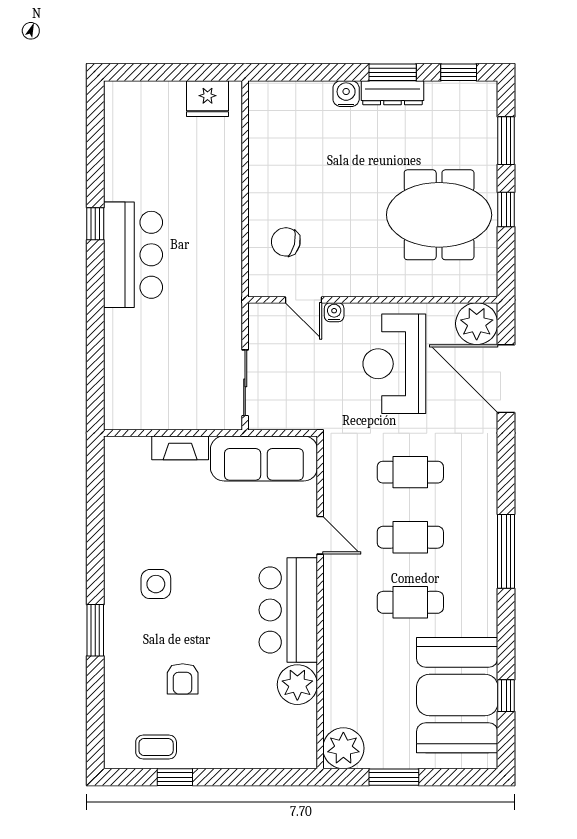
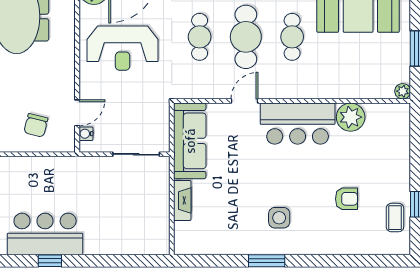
window: (95, 224) -> (50, 261), moved
water cooler: (334, 312) -> (86, 134), moved
cafe table: (410, 537) -> (246, 37), width x1.37, depth x1.35
window: (95, 630) -> (267, 261), moved
plant: (343, 748) -> (403, 91), width x0.53, depth x0.53

